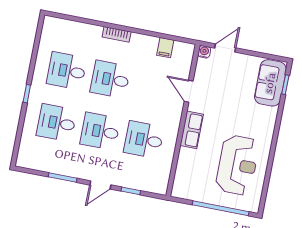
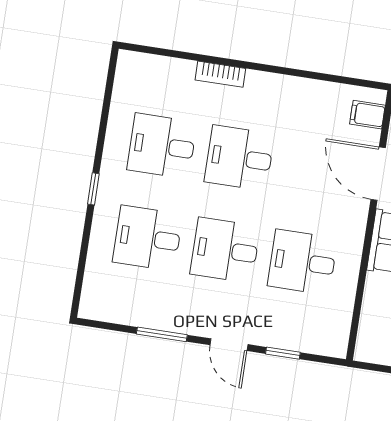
bookcase: (117, 34) -> (220, 74), moved
filing cabinet: (165, 48) -> (367, 115), moved, turned 90
door: (189, 91) -> (378, 174), width x1.38
door: (100, 185) -> (229, 345), hinge flipped

